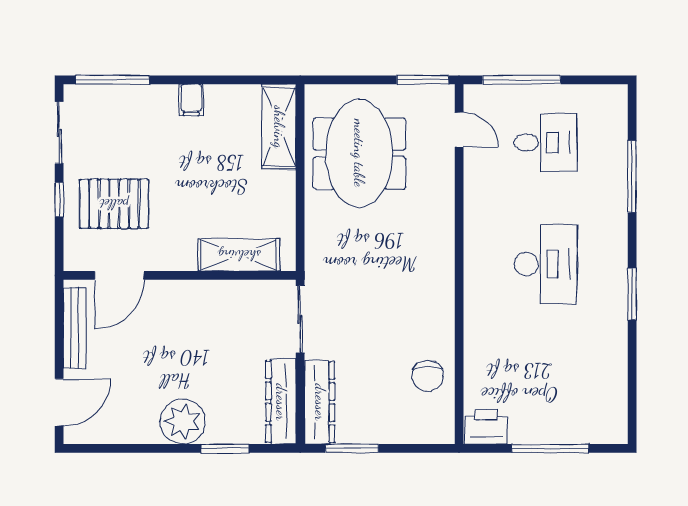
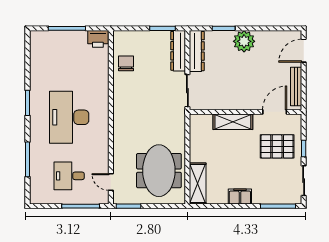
filing cabinet: (191, 100) -> (240, 196), width x2.00
shelving: (239, 255) -> (233, 122), moved
desk: (546, 264) -> (69, 117), width x1.36, depth x1.30

